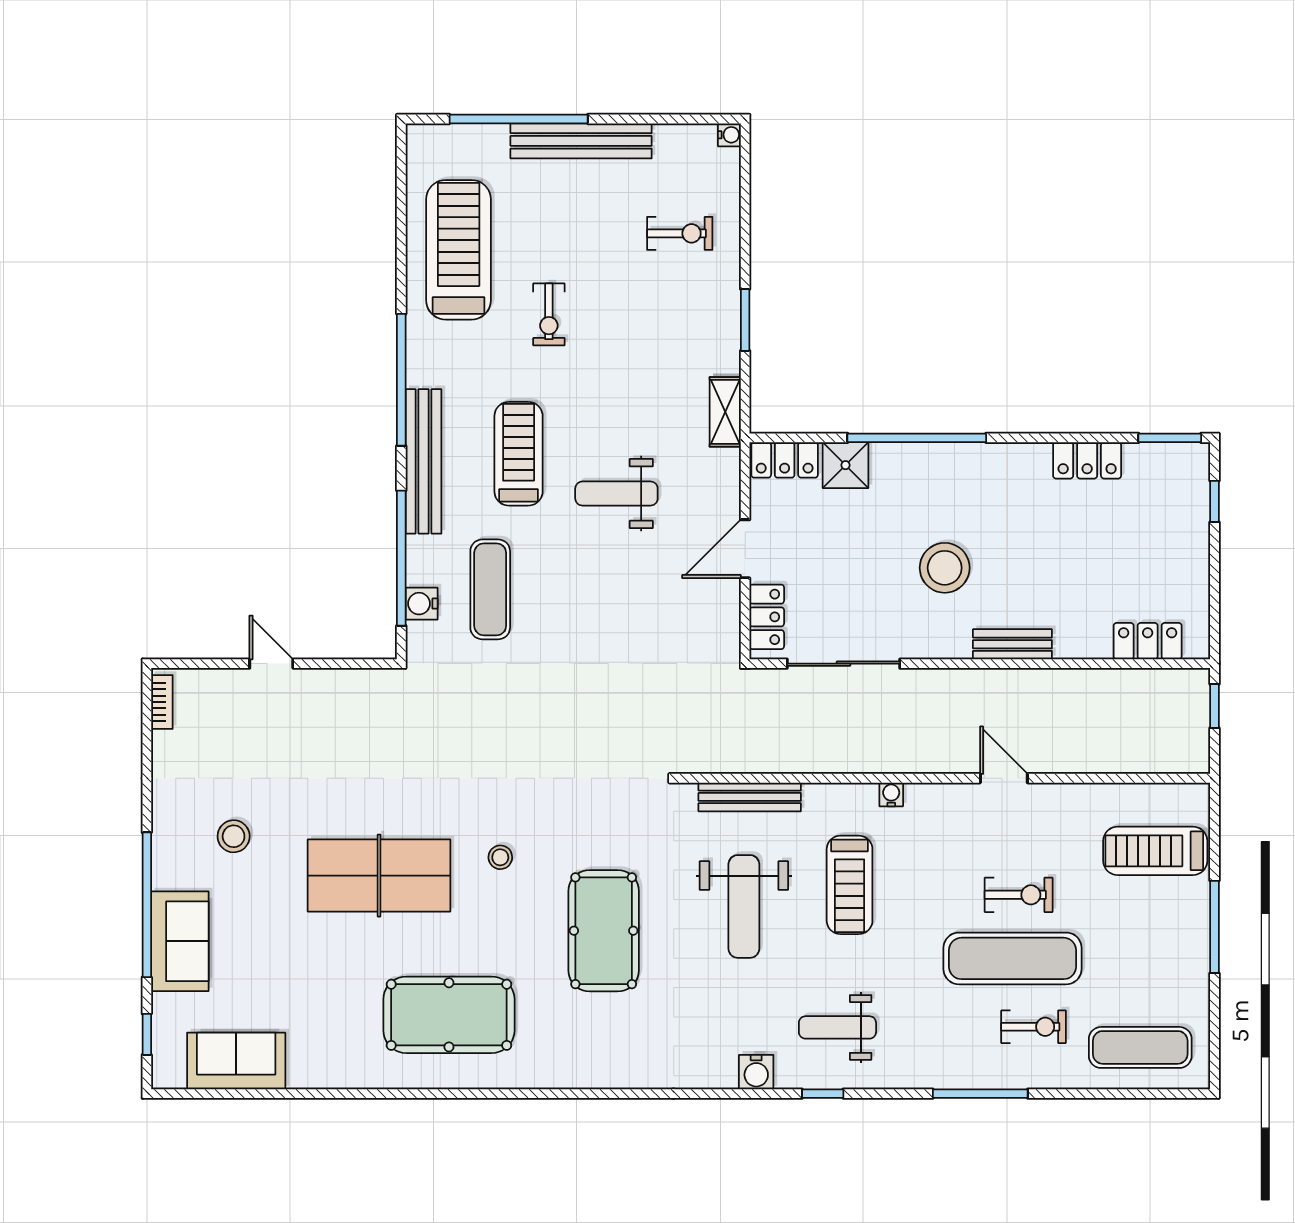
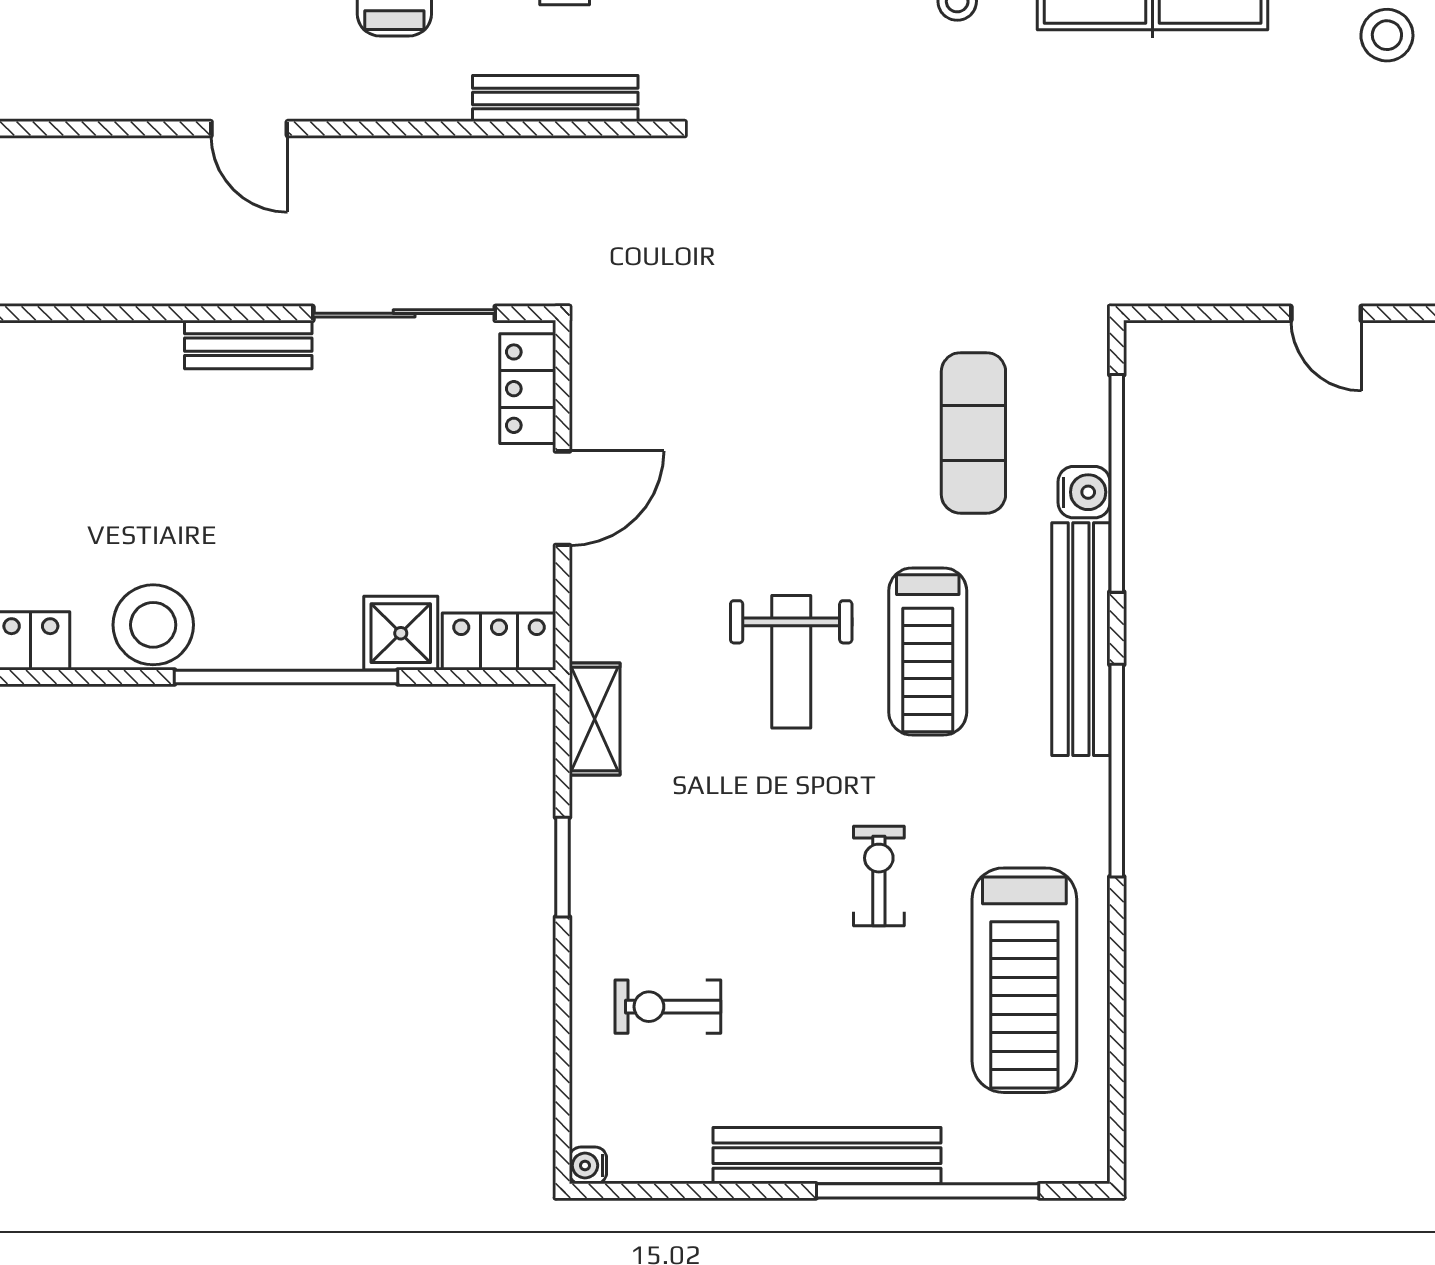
weight bench: (616, 494) -> (791, 662), moved, turned 90
stool: (945, 568) -> (153, 625), moved
water cooler: (422, 604) -> (1084, 492), moved
bench: (1012, 644) -> (248, 345), moved
door: (1004, 778) -> (249, 129), moved
water cooler: (891, 794) -> (327, 102), removed

